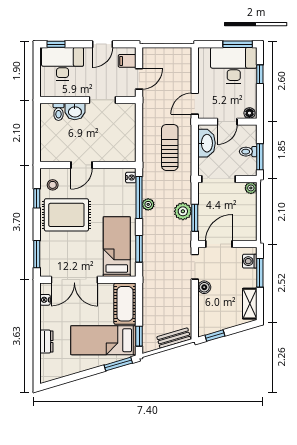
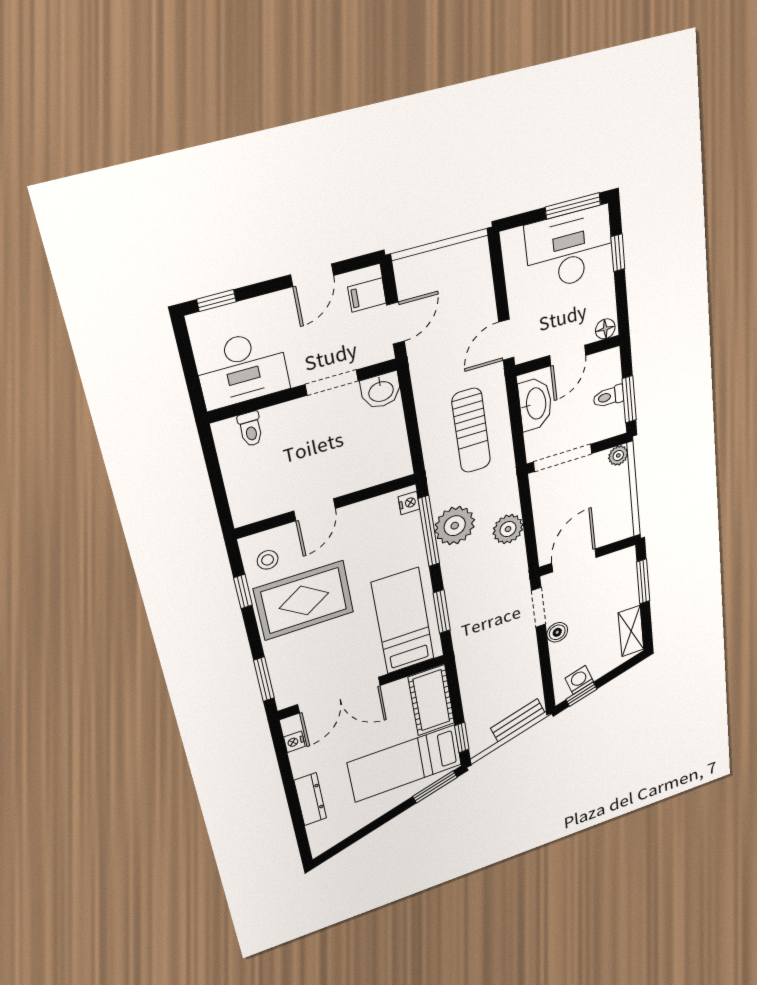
desk: (63, 64) -> (242, 369), moved, turned 180
washbasin: (75, 111) -> (381, 391), moved
sun lounger: (170, 147) -> (471, 431), turned 180
plant: (148, 204) -> (455, 526), width x1.88, depth x1.88
window: (195, 218) -> (529, 533), removed
washing machine: (250, 261) -> (579, 680), moved, turned 74
dresser: (46, 342) -> (310, 799), width x1.44

